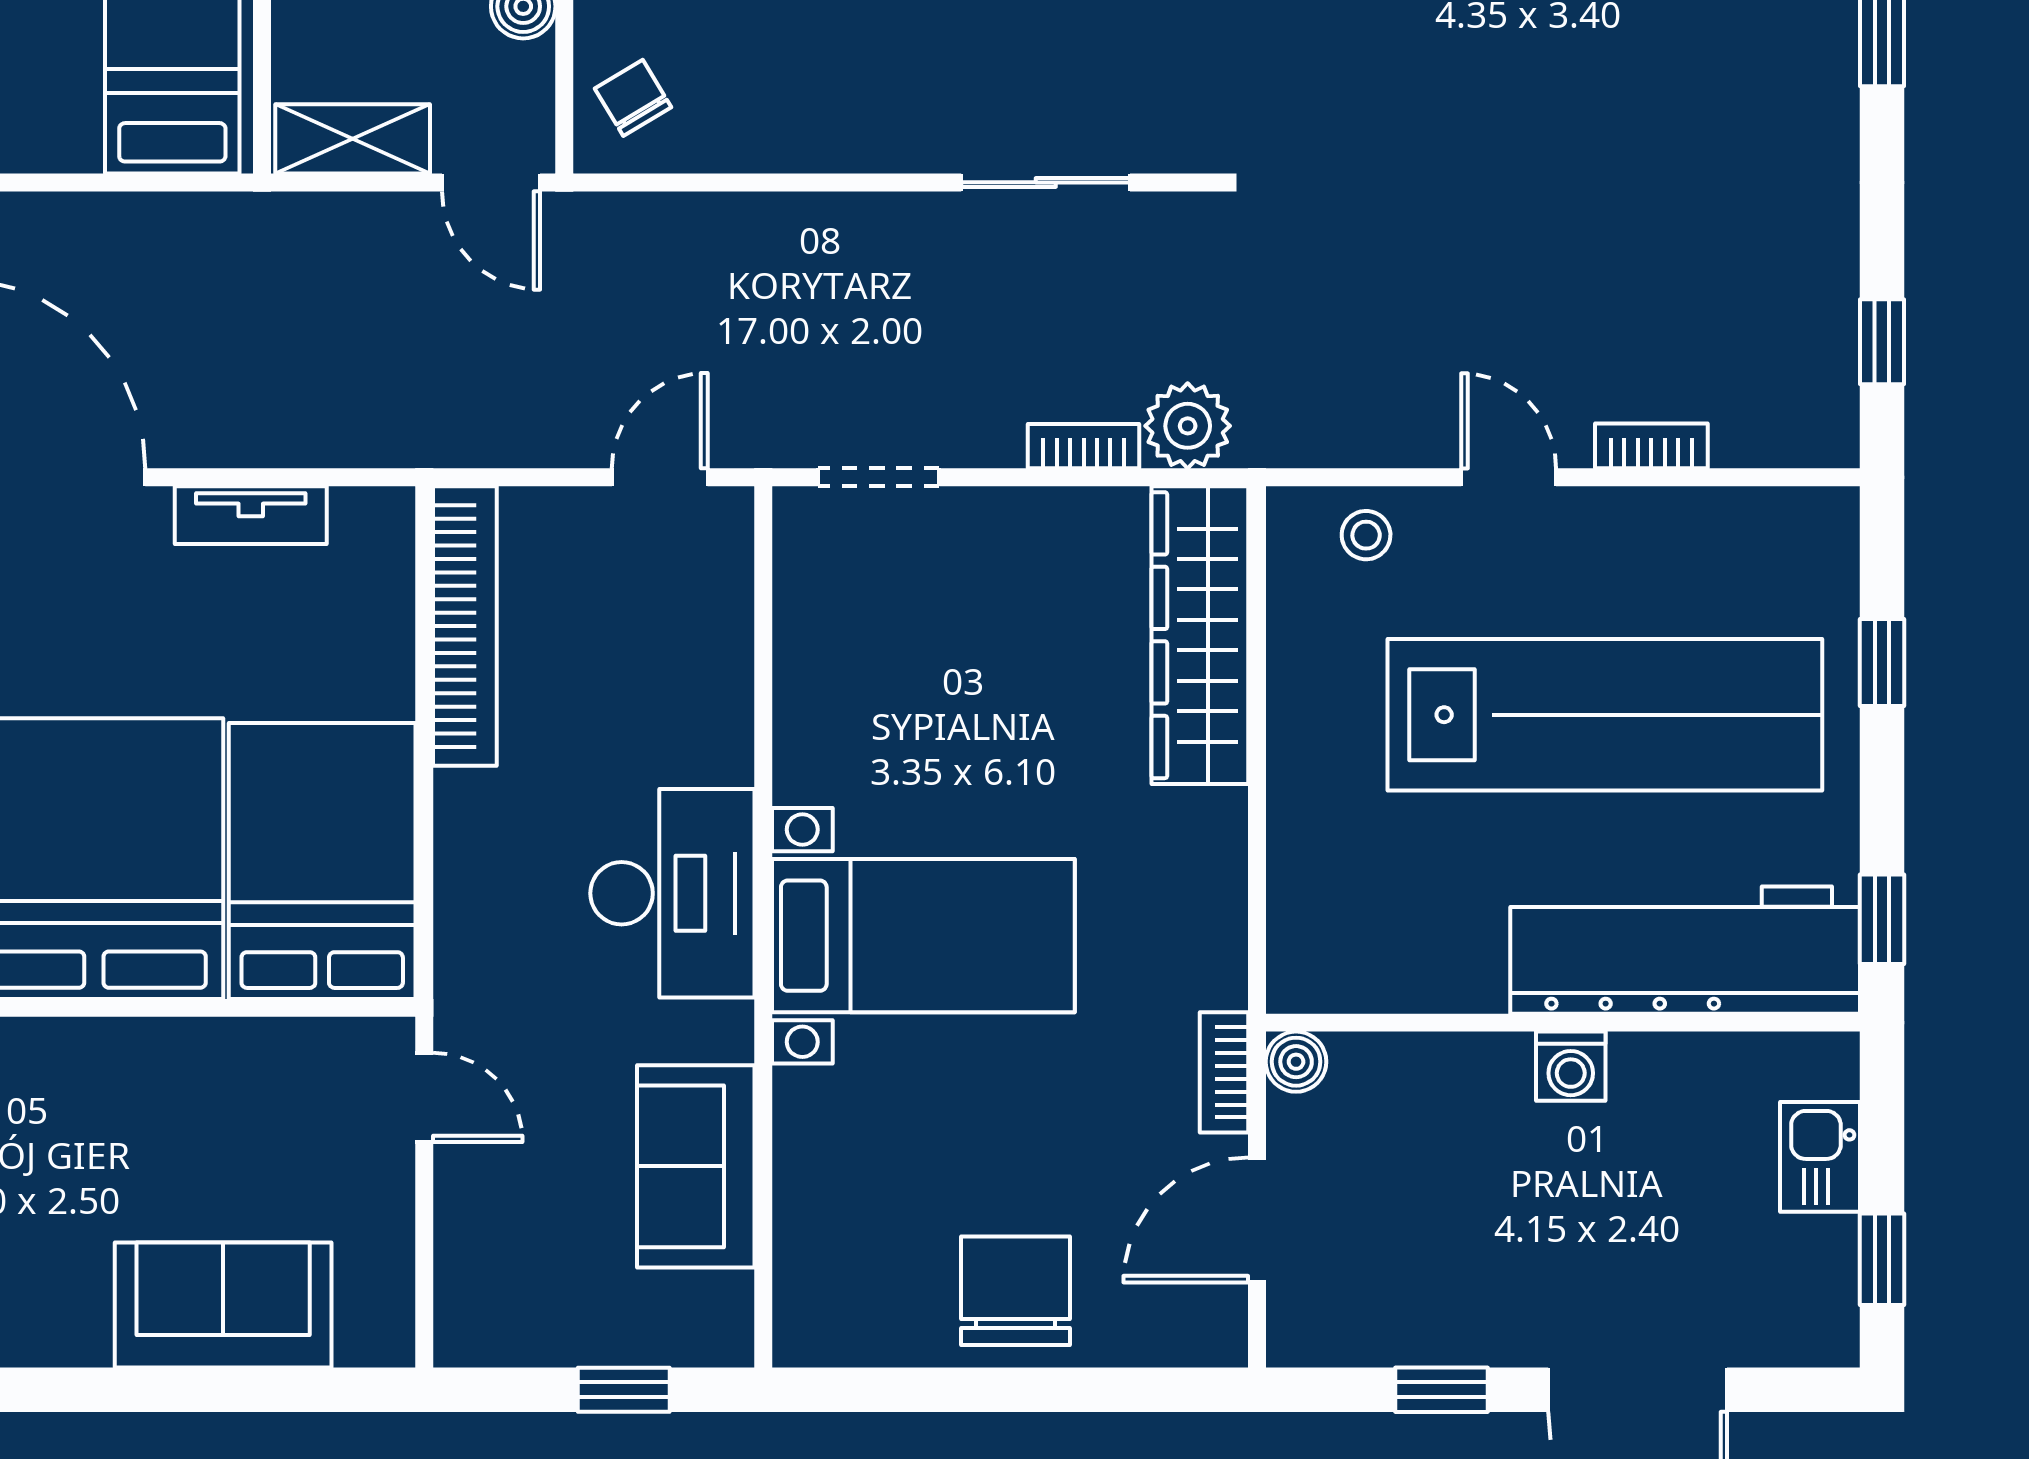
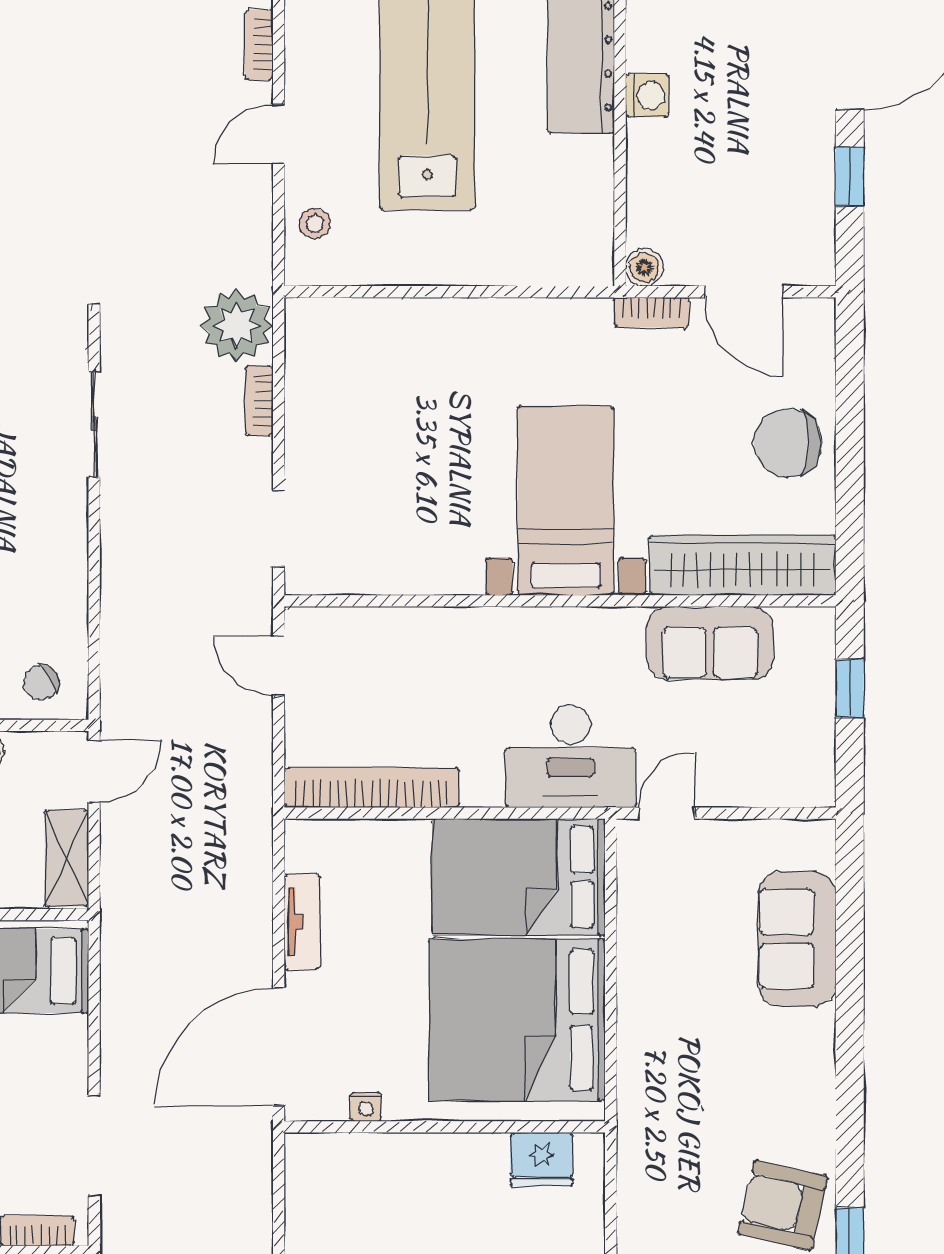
plant: (1188, 426) -> (237, 325), width x1.36, depth x1.36
wardrobe: (1200, 635) -> (743, 565), moved, turned 180
desk: (672, 893) -> (571, 756), moved, turned 180

